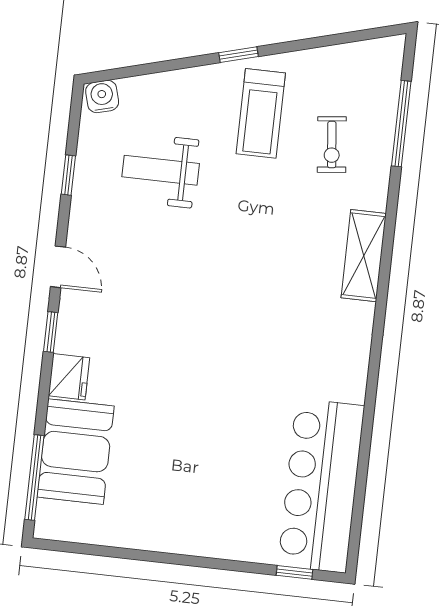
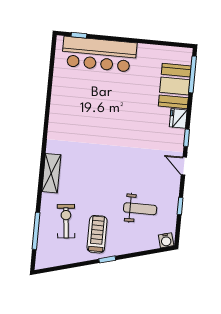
exercise bike: (332, 145) -> (66, 221), width x1.38, depth x1.39
bar counter: (321, 486) -> (99, 54), moved, turned 90

